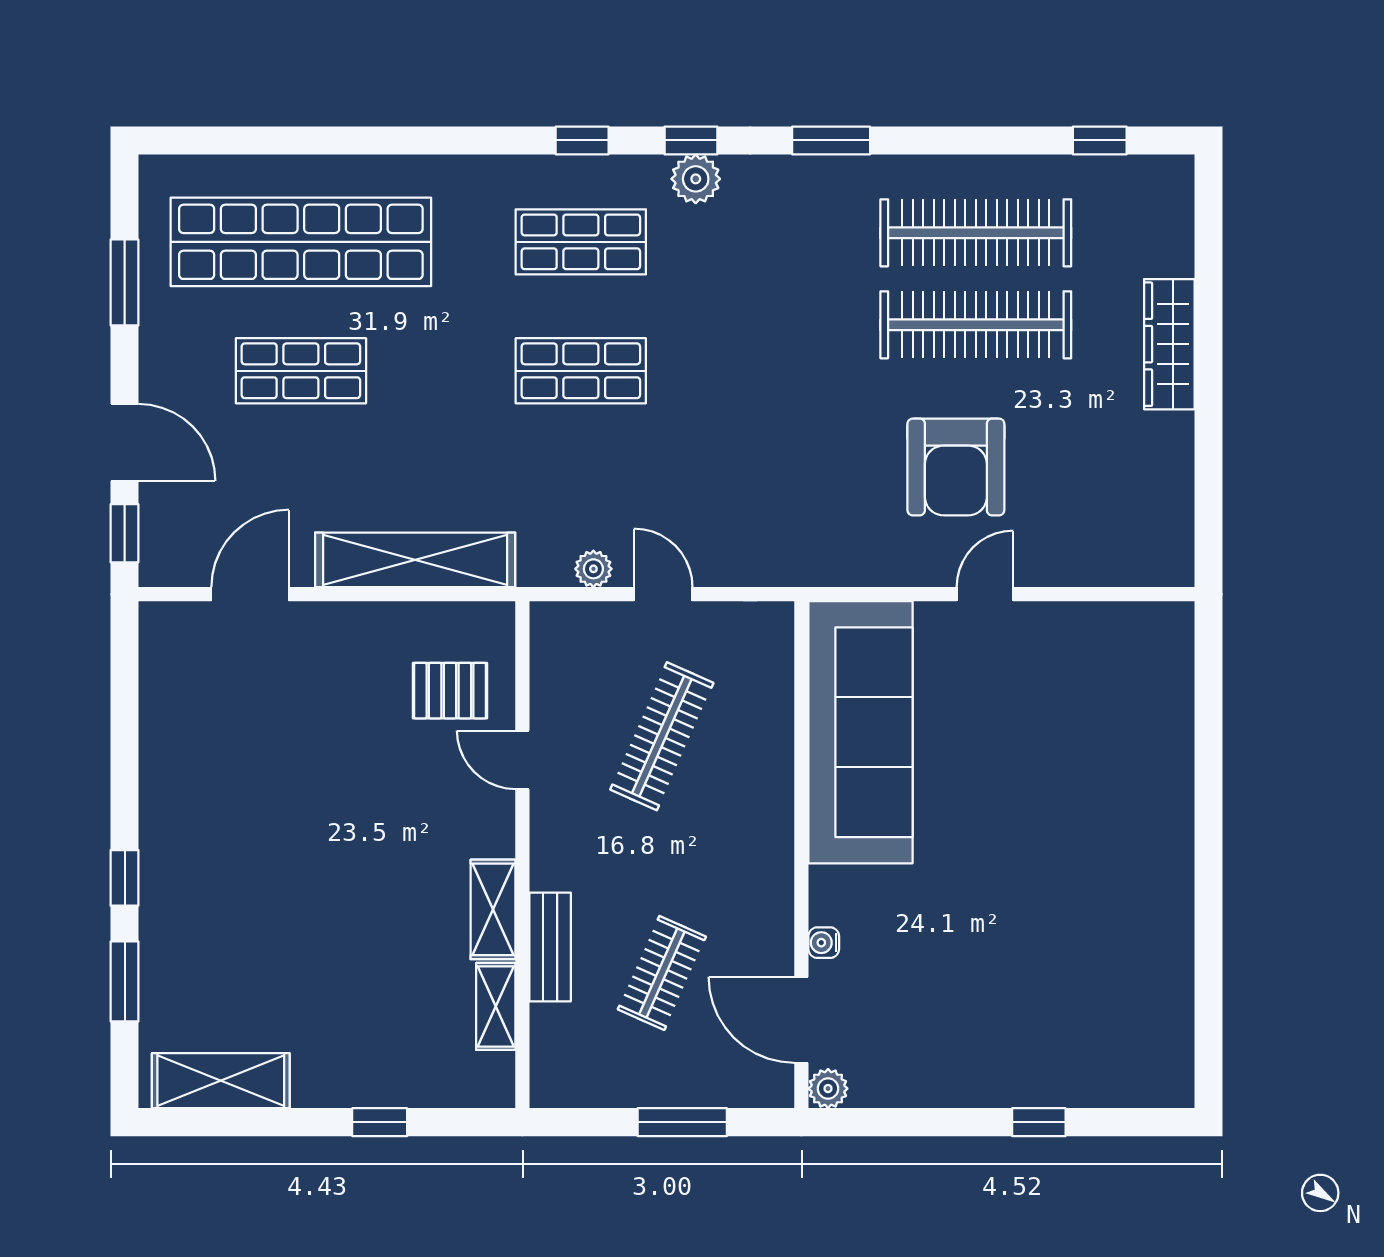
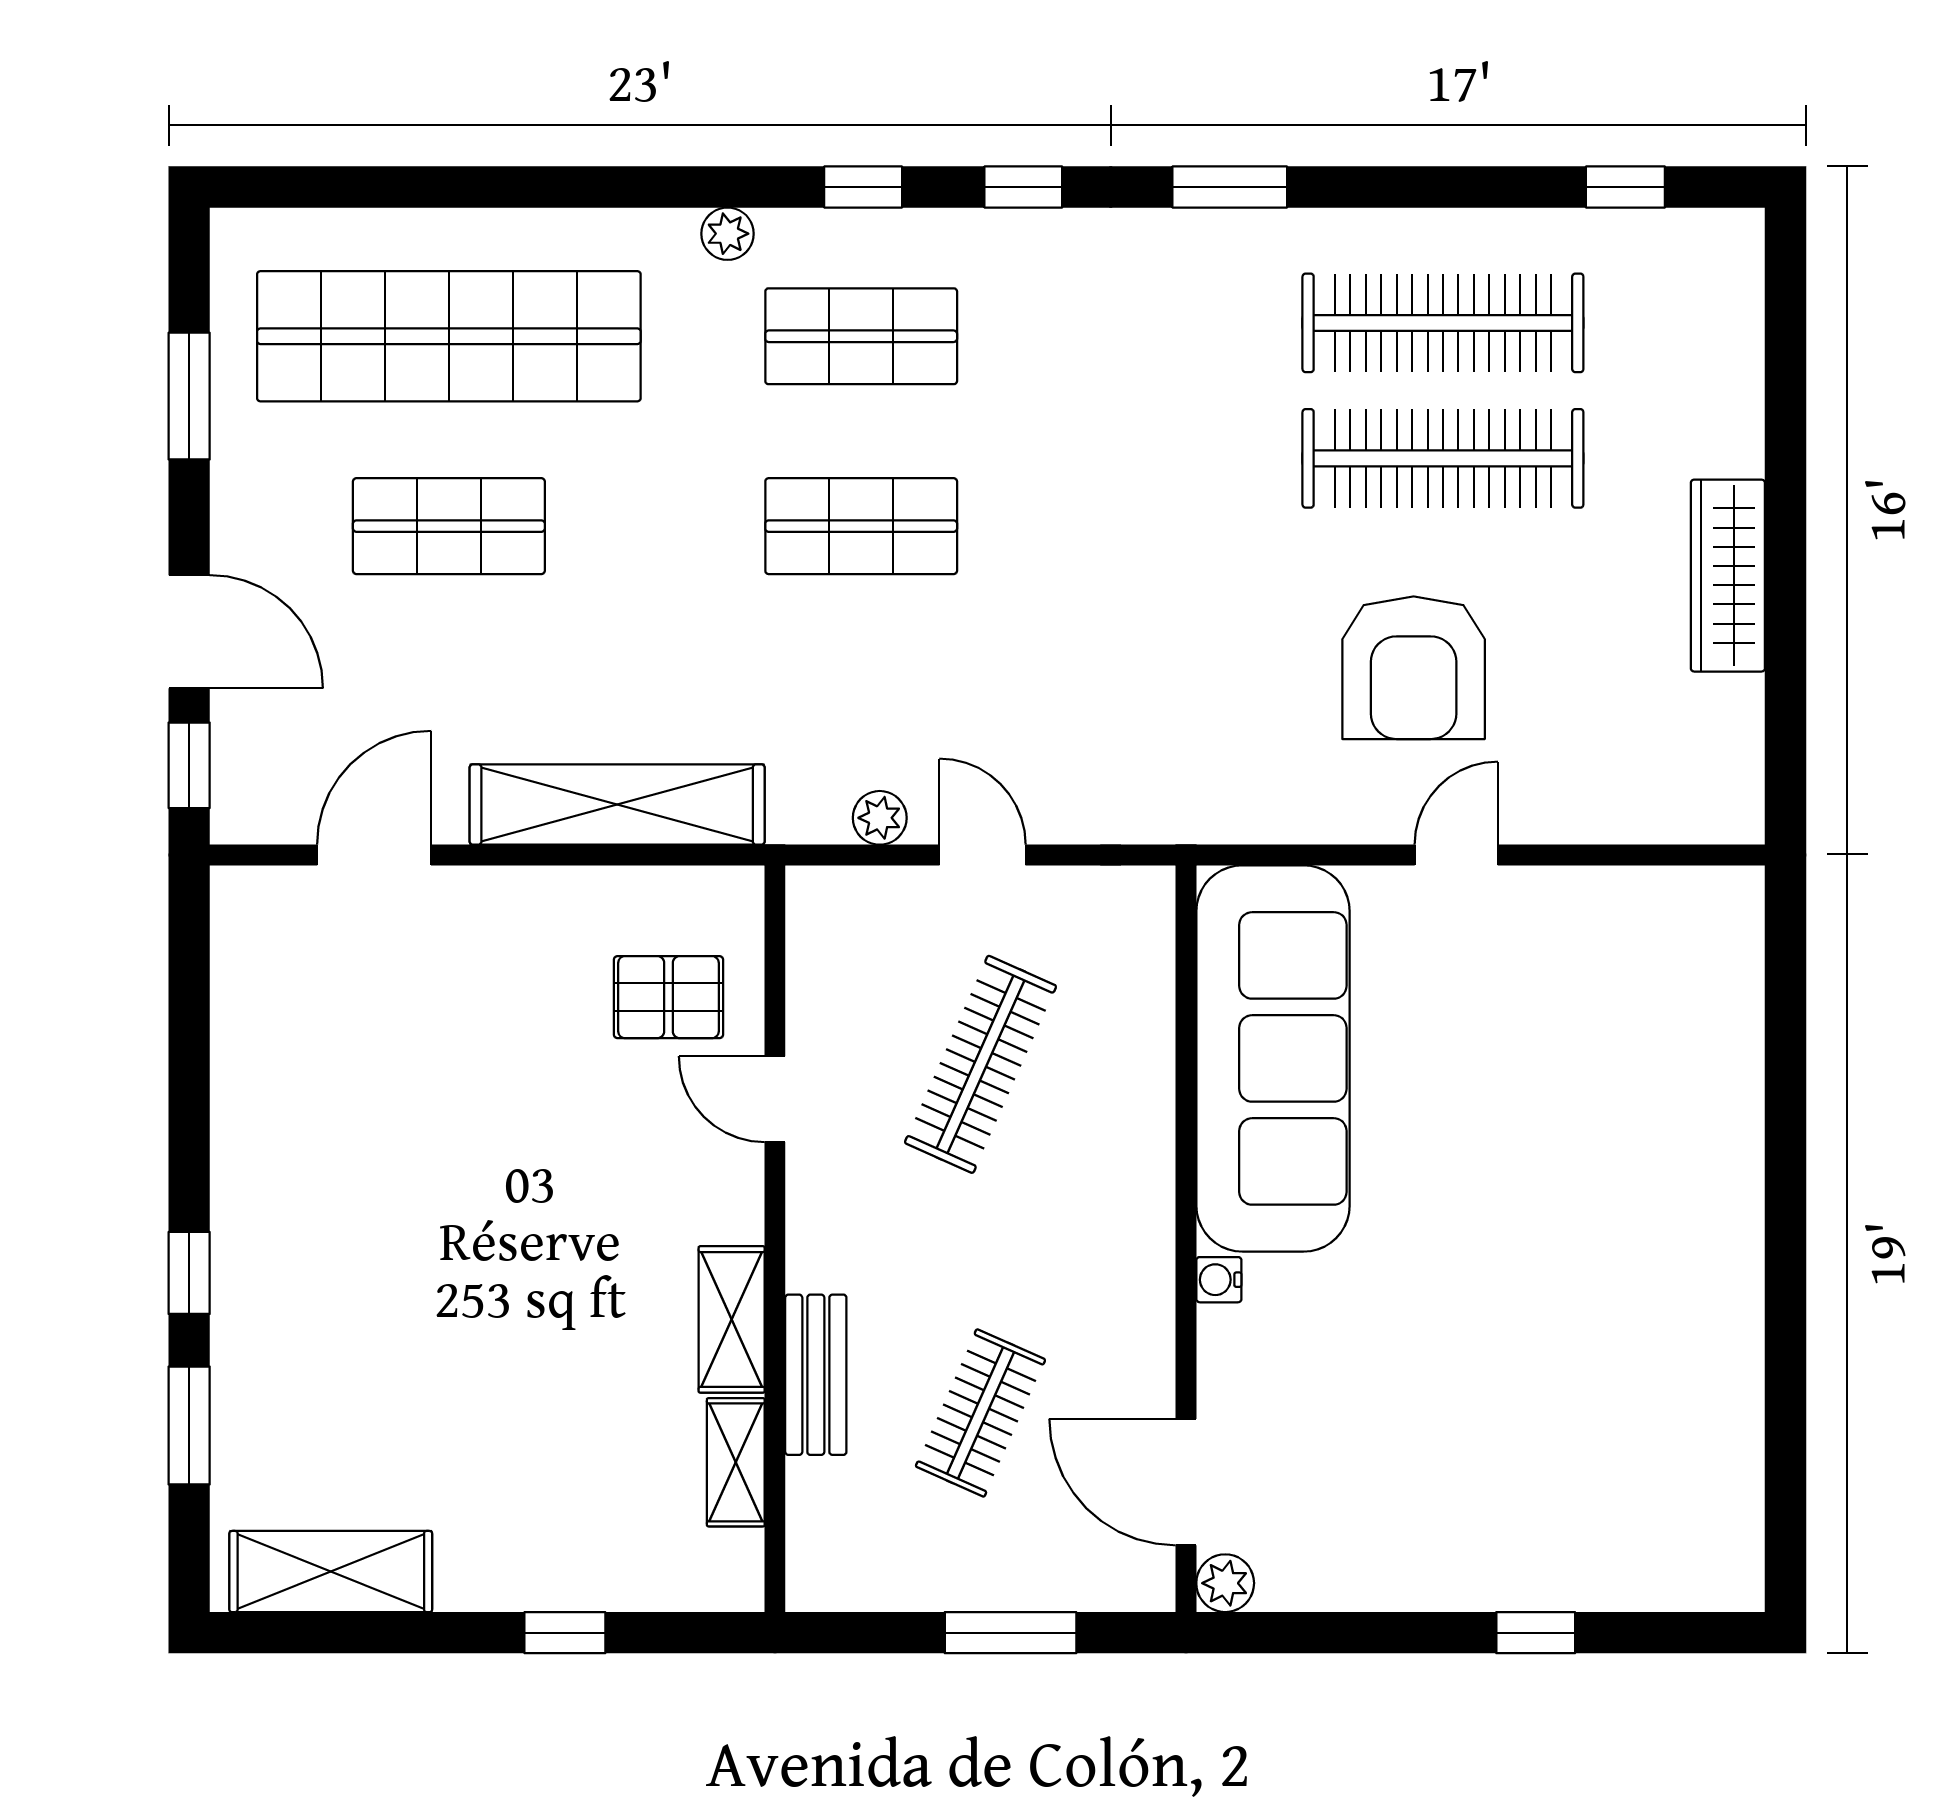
plant: (696, 179) -> (728, 234), moved, width x0.73, depth x0.73
wardrobe: (1169, 344) -> (1728, 576), moved
water cooler: (824, 943) -> (1219, 1280), moved

